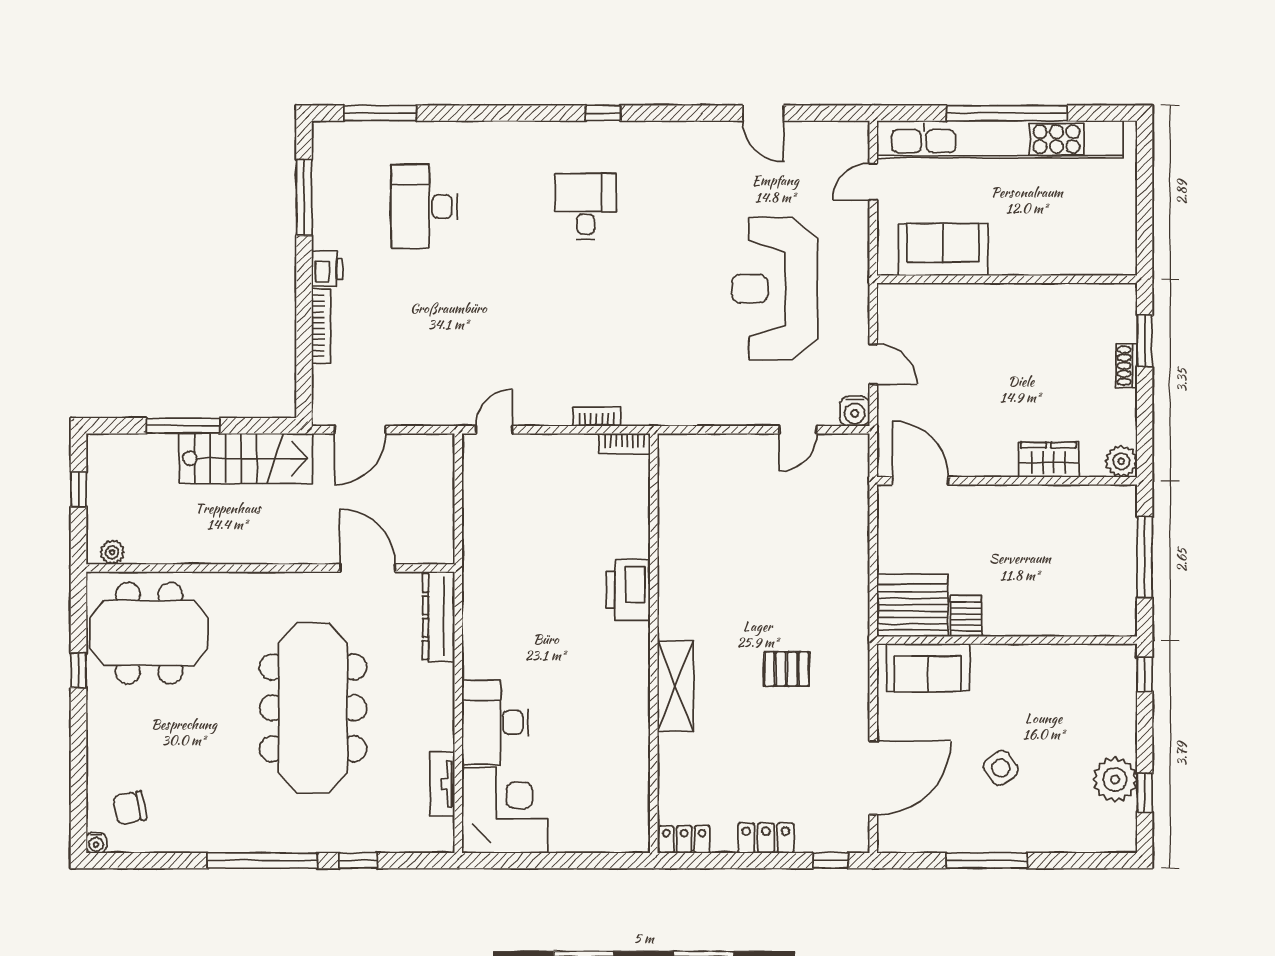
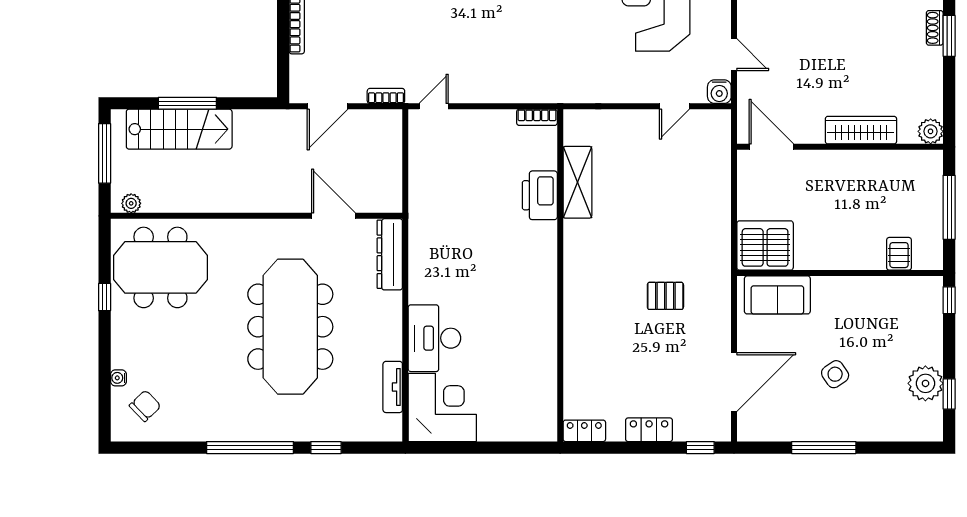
shoe rack: (1127, 366) -> (935, 28), moved
bookcase: (597, 417) -> (386, 96), moved
stairs: (246, 458) -> (179, 129), moved
wardrobe: (1048, 460) -> (861, 130), width x1.50
window: (78, 489) -> (105, 153), width x2.17
printer: (628, 590) -> (540, 195), moved
server rack: (966, 616) -> (899, 254), moved
shelving: (675, 686) -> (577, 182), moved
chair: (130, 808) -> (145, 406), turned 147
water cooler: (96, 843) -> (118, 378), moved, turned 90

